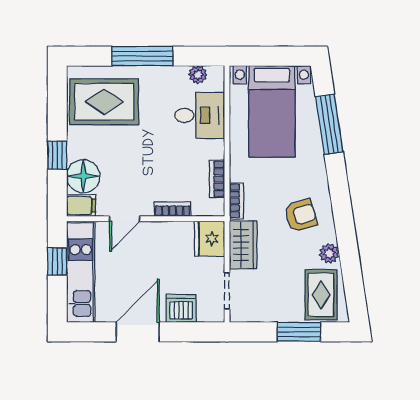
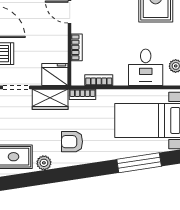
armchair: (301, 215) -> (72, 142), turned 106

